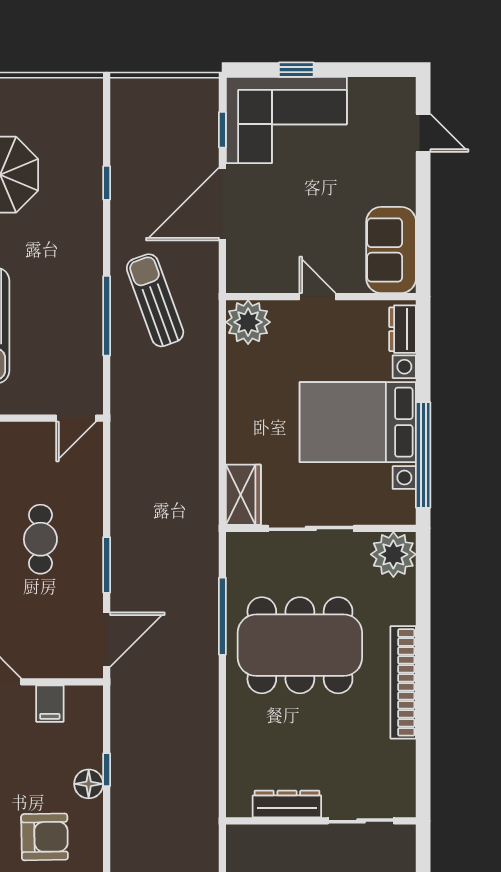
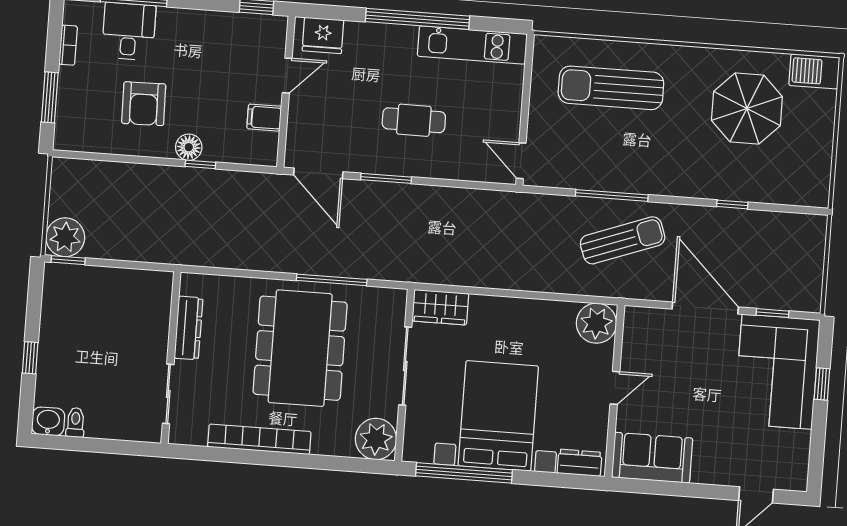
dresser: (287, 804) -> (189, 328), moved
wall: (321, 821) -> (171, 358), moved
sliding door: (361, 821) -> (168, 394), moved

